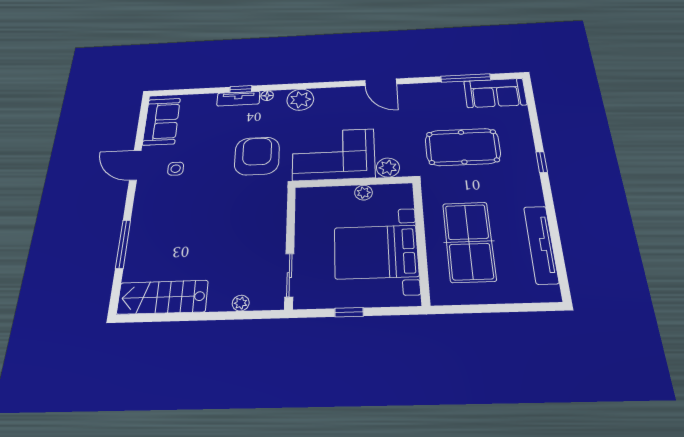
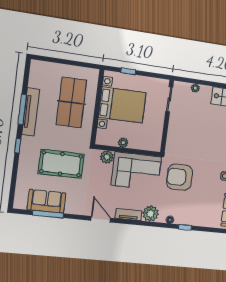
sofa: (495, 93) -> (47, 201), moved
tv unit: (238, 99) -> (129, 215), moved
armchair: (257, 156) -> (180, 177), turned 90
window: (552, 217) -> (22, 109), added
tv unit: (541, 244) -> (31, 112), moved
window: (349, 312) -> (128, 71), moved

